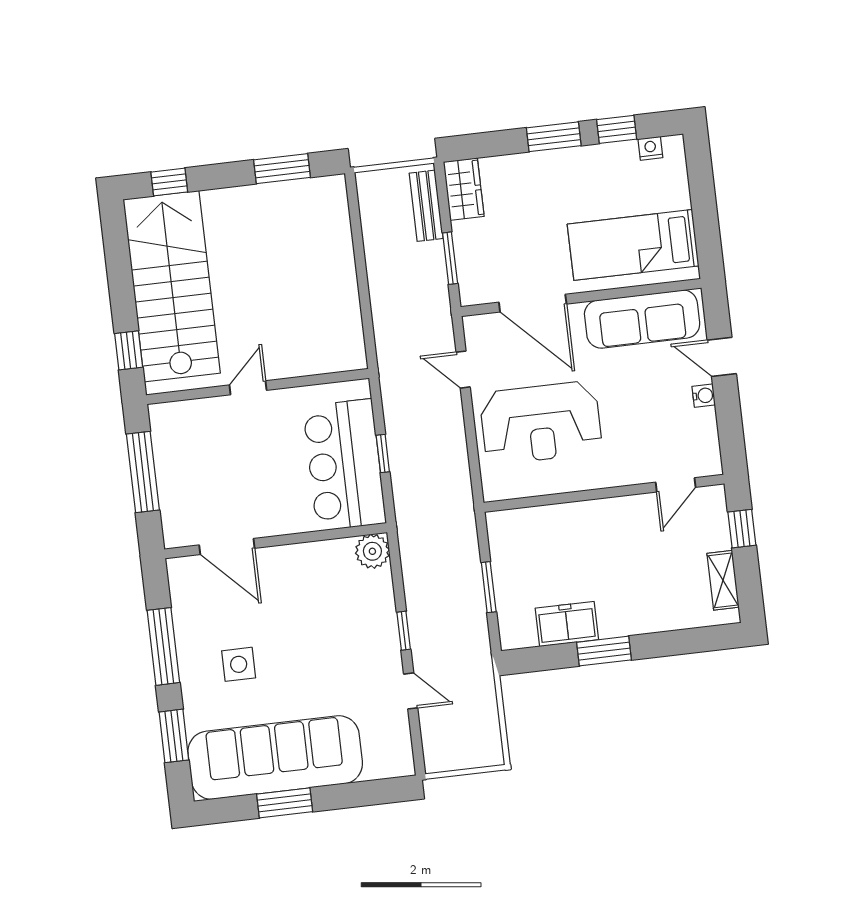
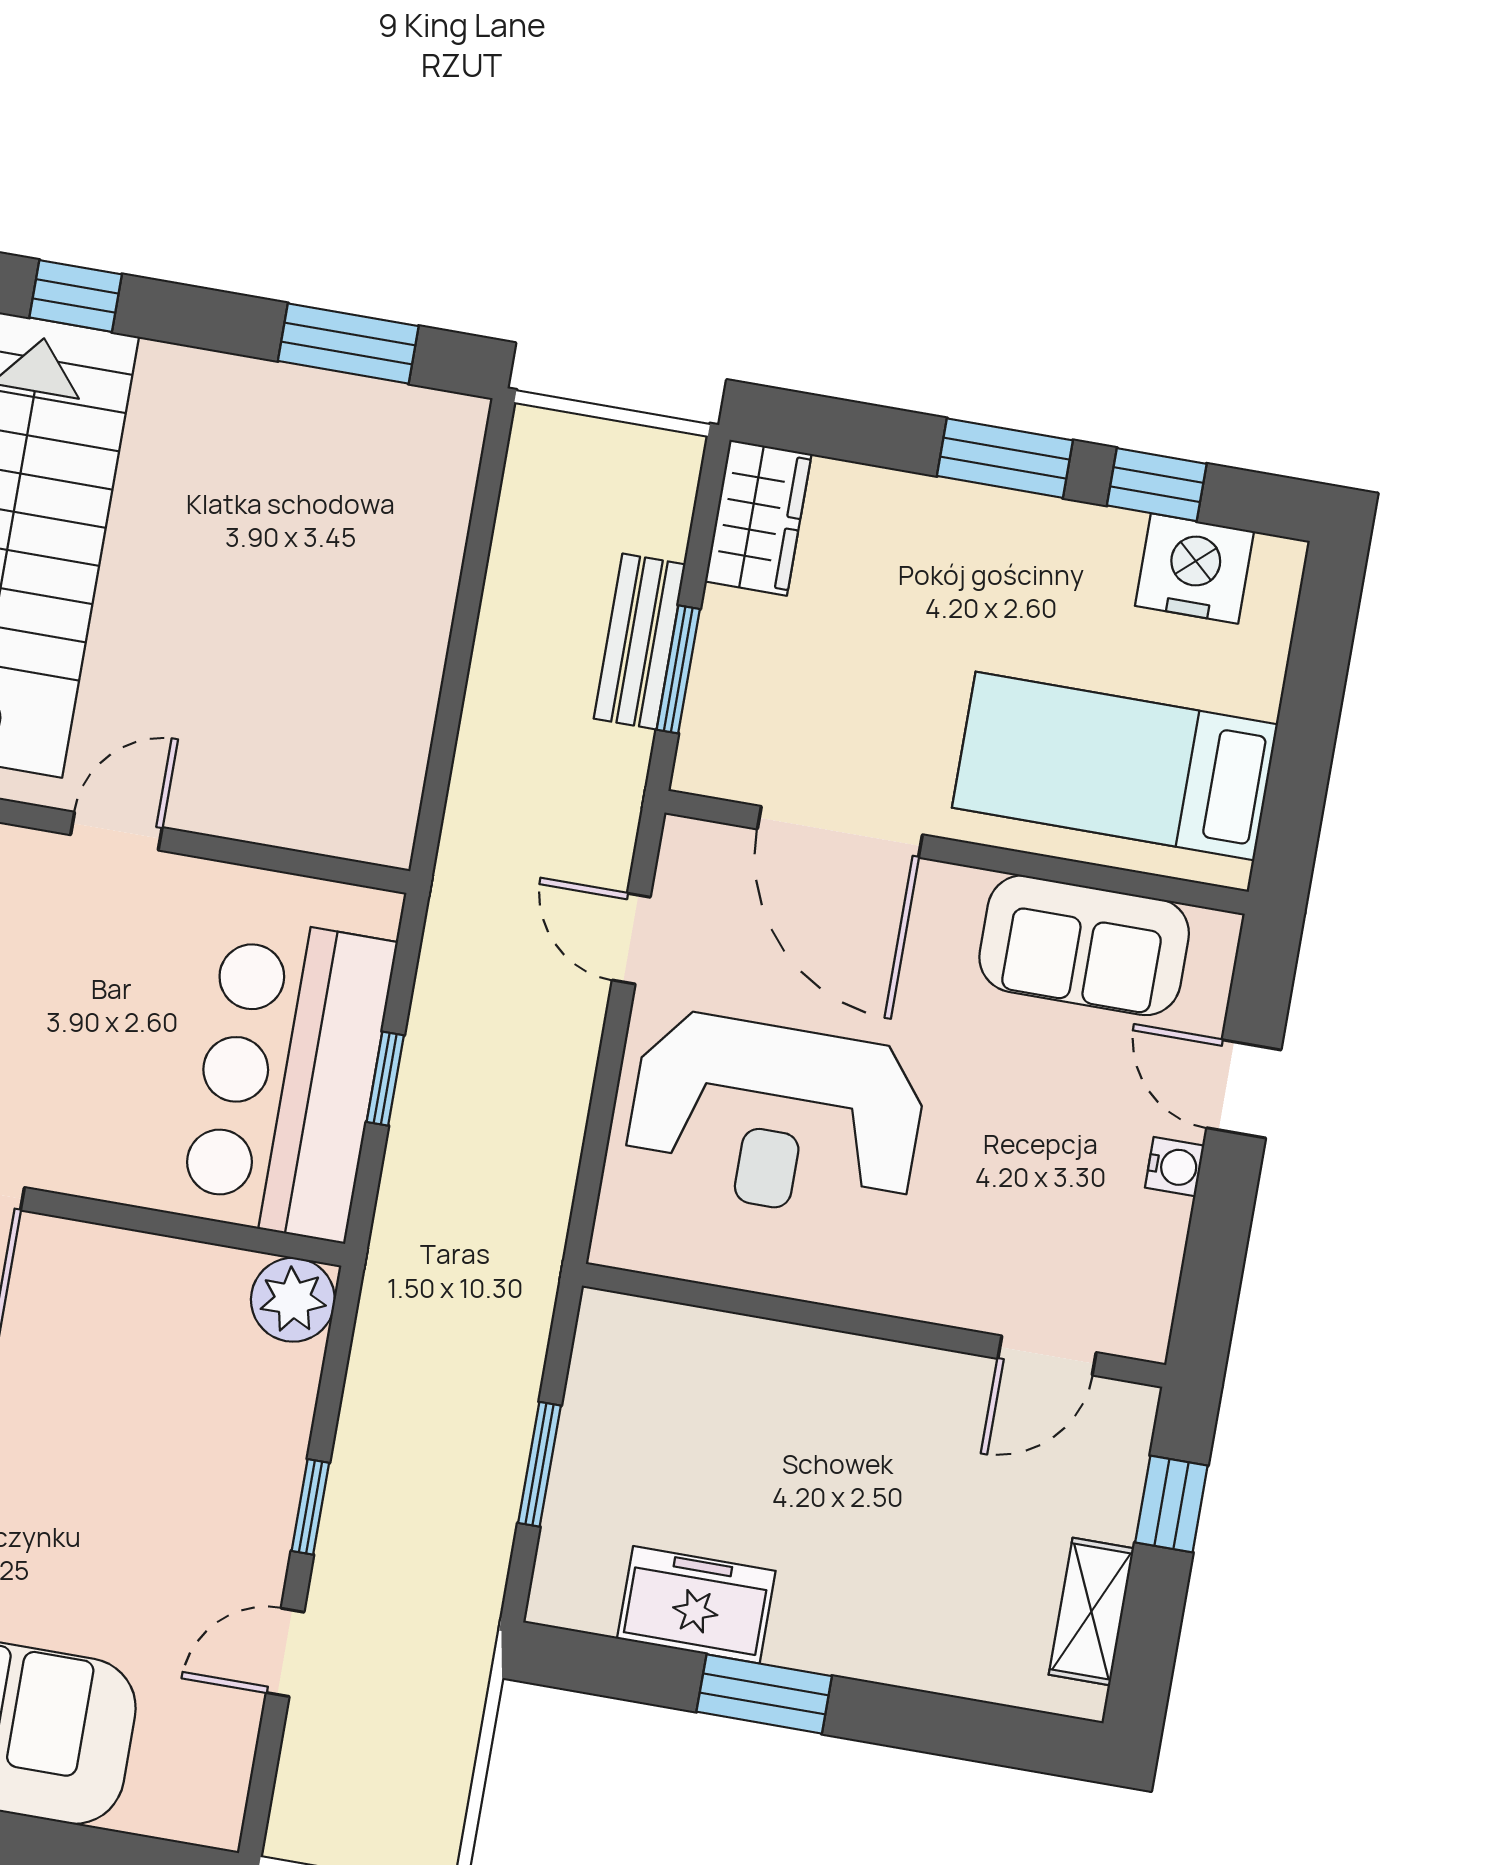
nightstand: (650, 148) -> (1194, 568), width x1.89, depth x1.79
bench: (426, 206) -> (640, 642), moved
sofa: (642, 319) -> (1084, 945), width x0.73
door: (411, 691) -> (285, 1652), swing flipped

